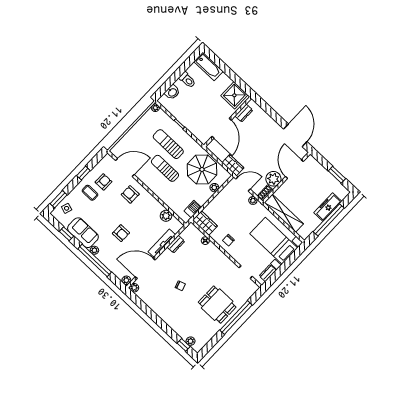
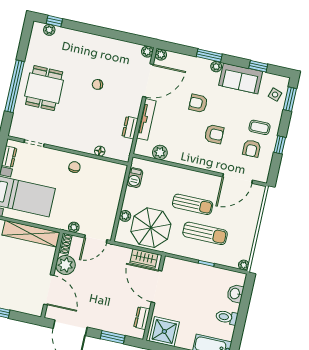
window: (271, 112) -> (113, 337), added
wardrobe: (233, 165) -> (144, 259), moved
armchair: (130, 194) -> (214, 134), moved
wardrobe: (205, 223) -> (112, 170), removed
window: (95, 260) -> (209, 55), width x0.47
dining table: (217, 305) -> (44, 88), turned 90

